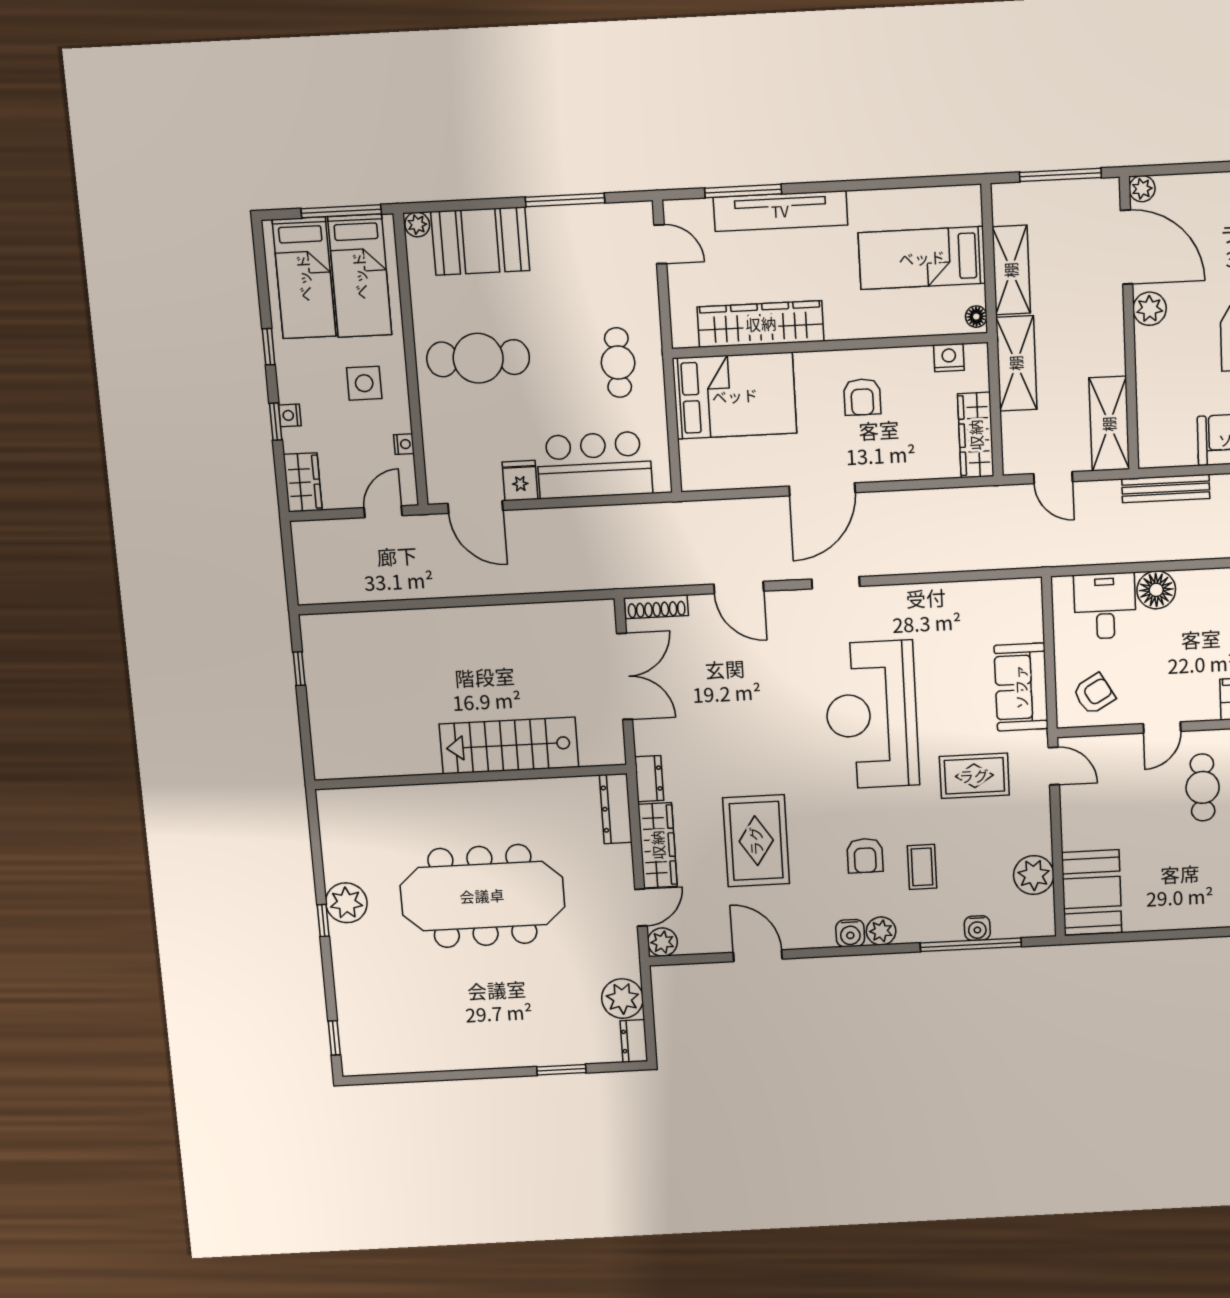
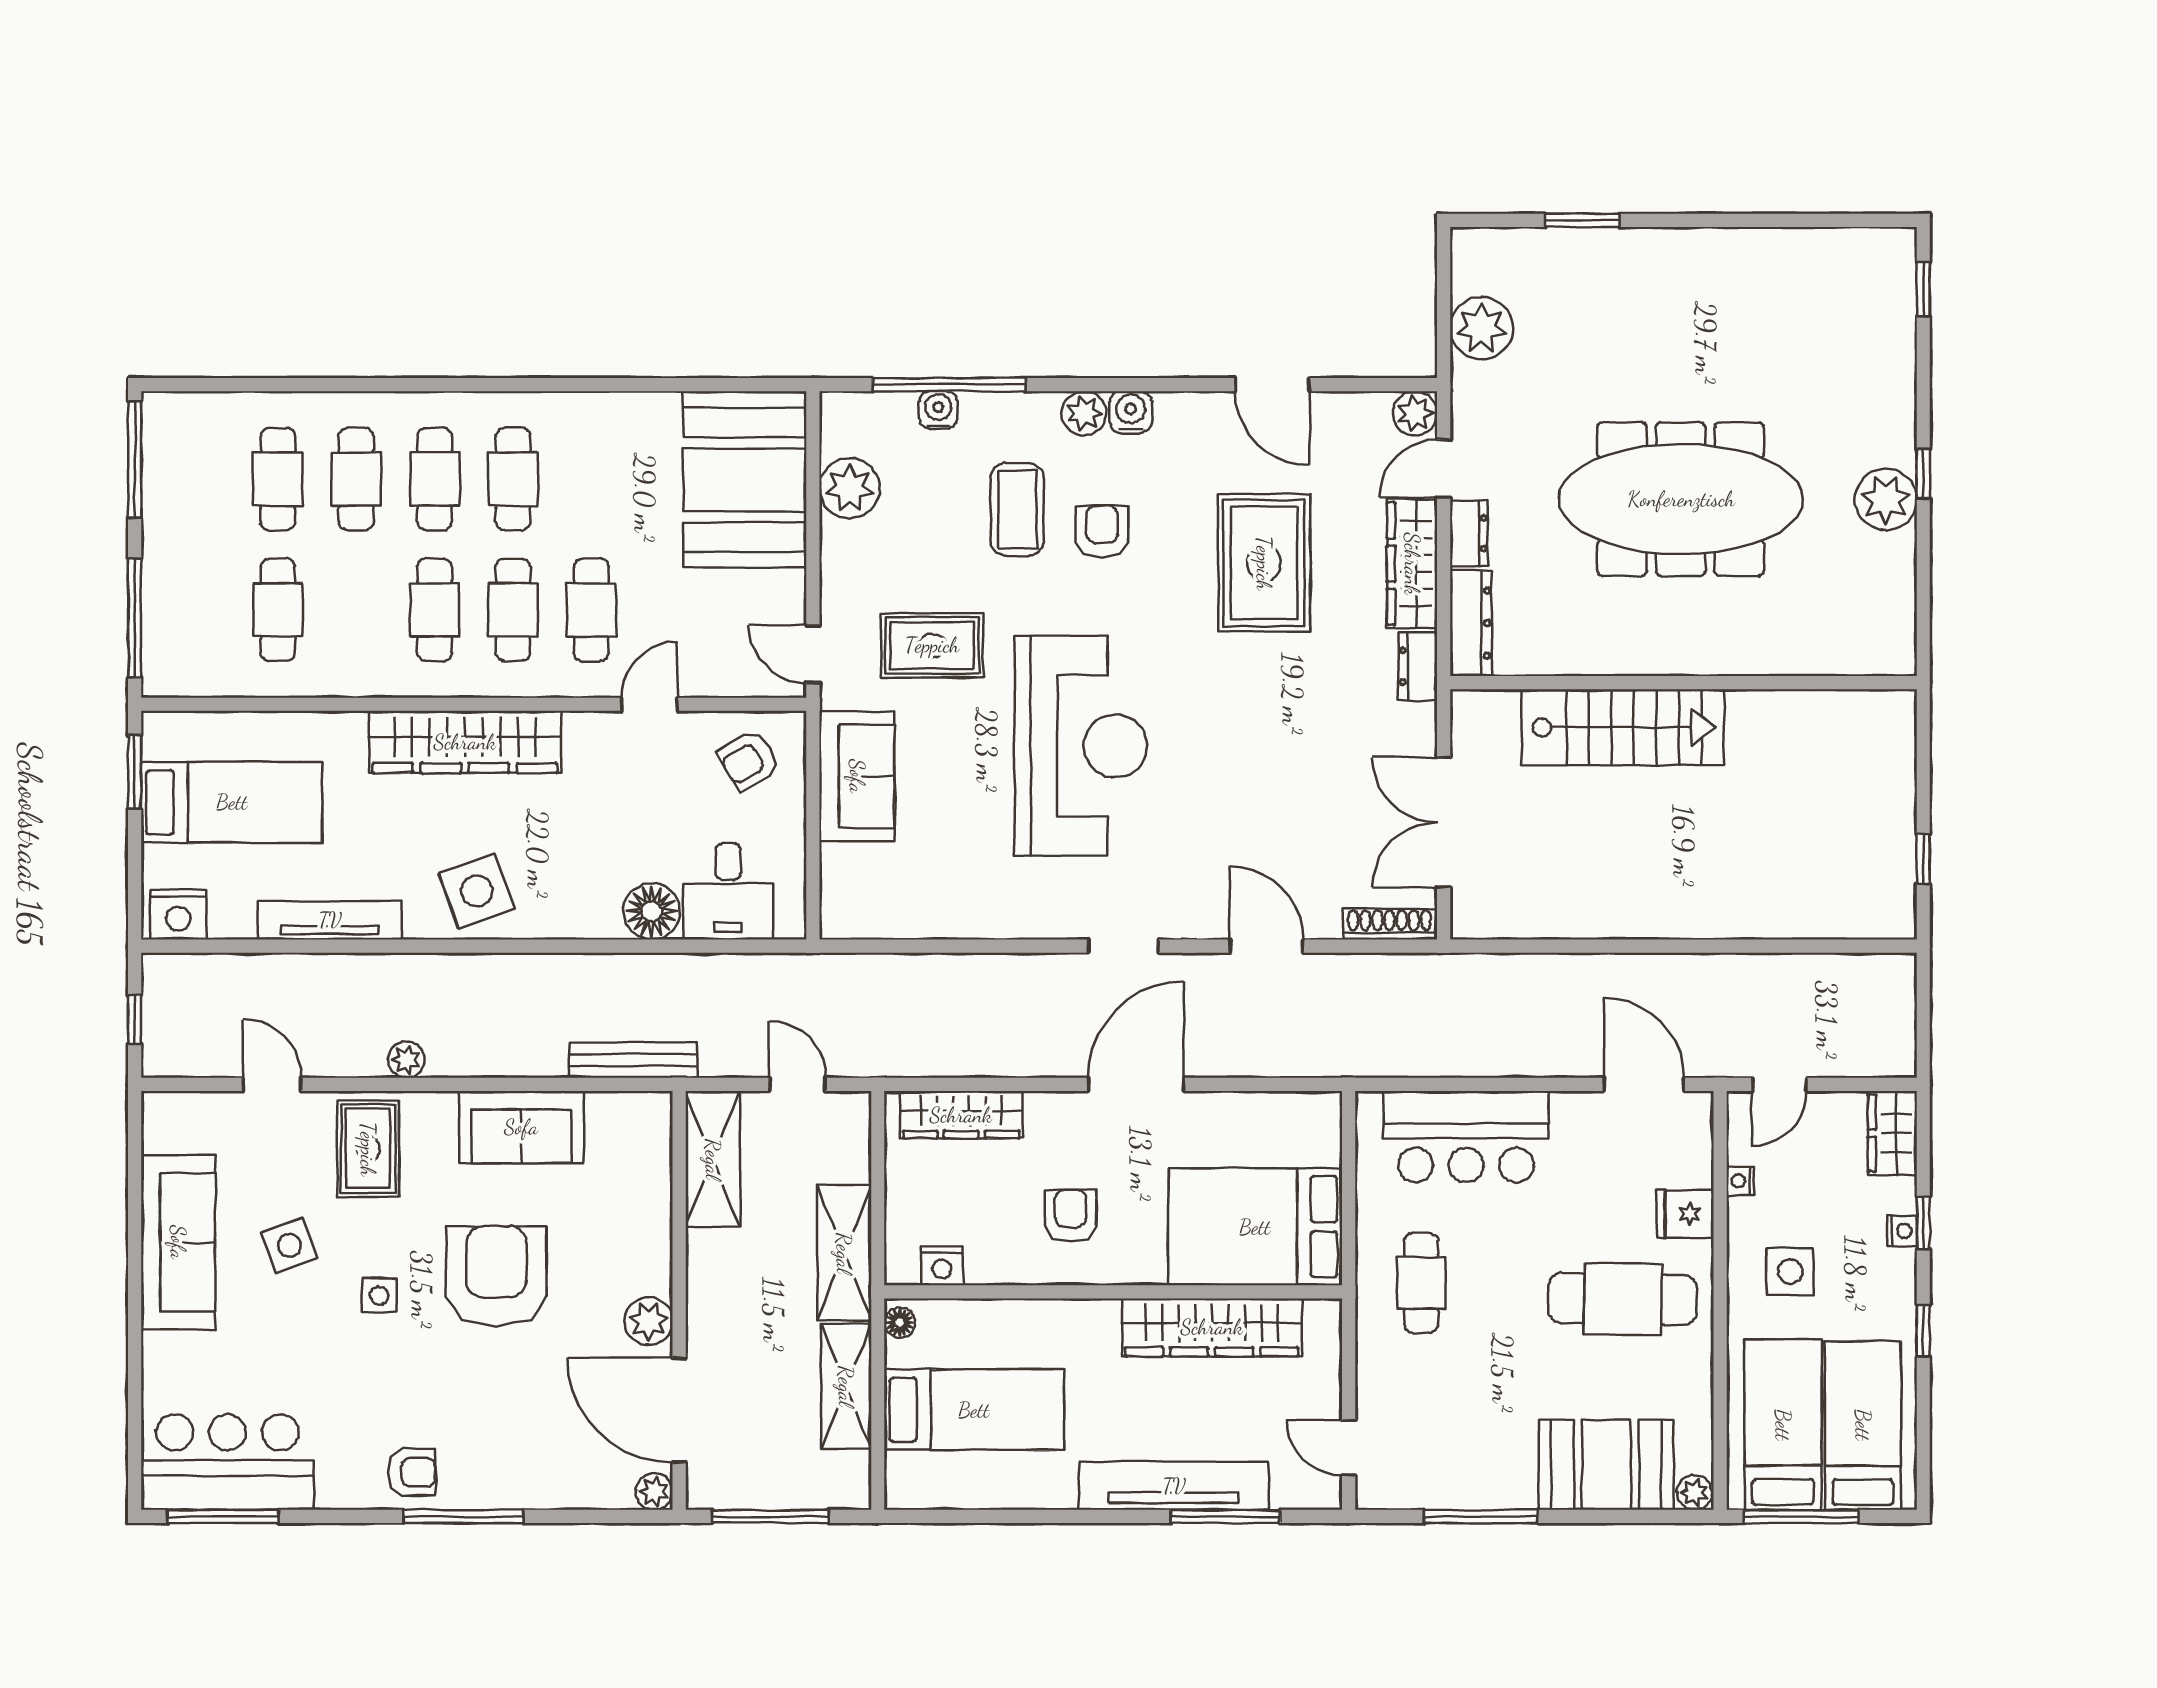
wardrobe: (976, 435) -> (961, 1115), moved, turned 90
fridge: (520, 481) -> (1685, 1214), moved, turned 90
coffee table: (922, 867) -> (1017, 509), width x1.36, depth x1.30
booth: (1092, 892) -> (745, 480), width x1.36, depth x1.42
dresser: (634, 1041) -> (1469, 533), moved

